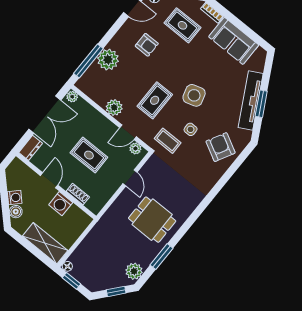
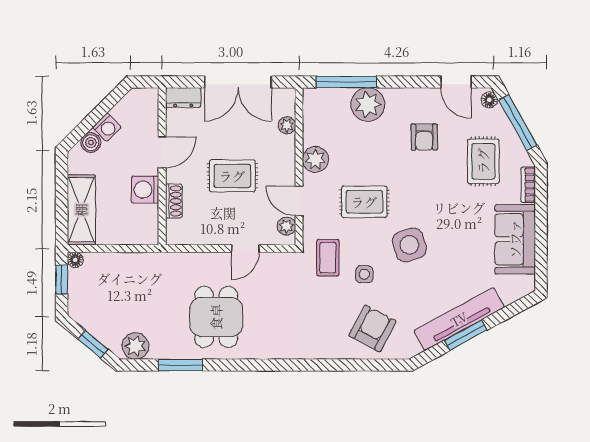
plant: (72, 97) -> (287, 125), moved
rug: (89, 155) -> (232, 176), turned 90

